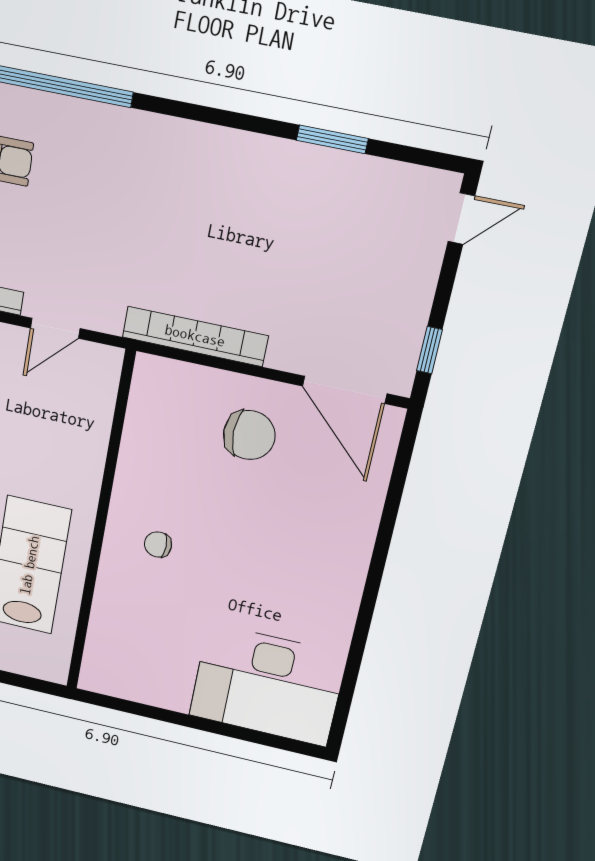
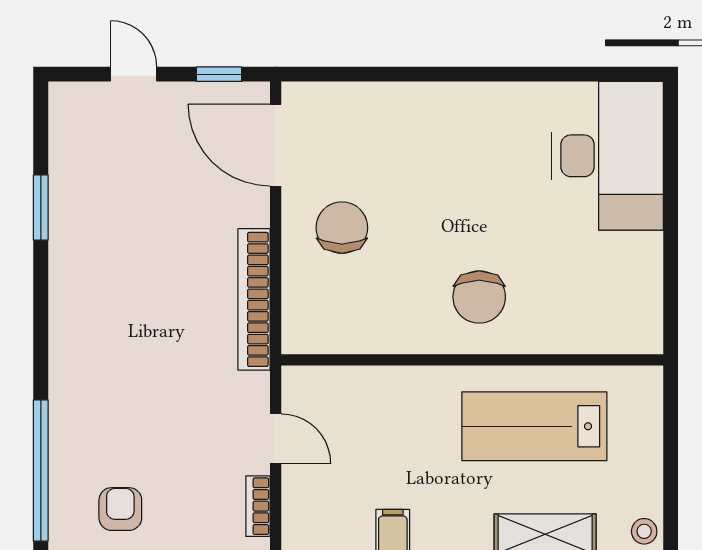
door: (461, 219) -> (134, 74), moved
door: (345, 390) -> (276, 145), swing flipped
chair: (158, 545) -> (479, 297), width x1.87, depth x1.87

